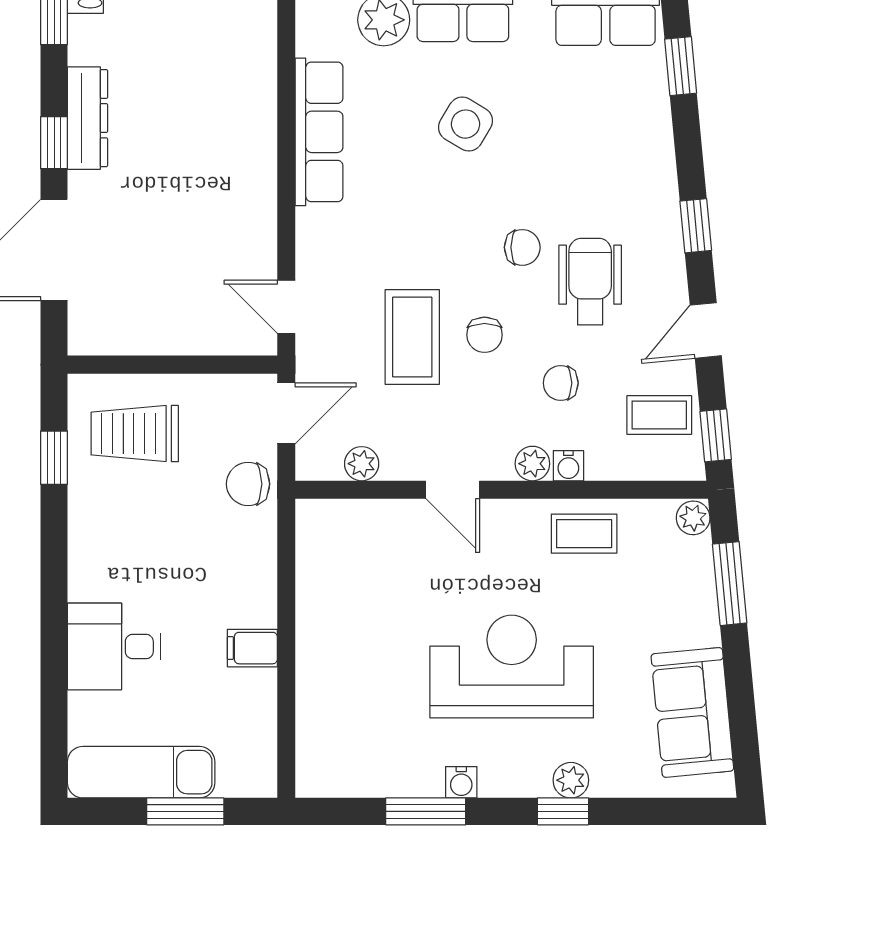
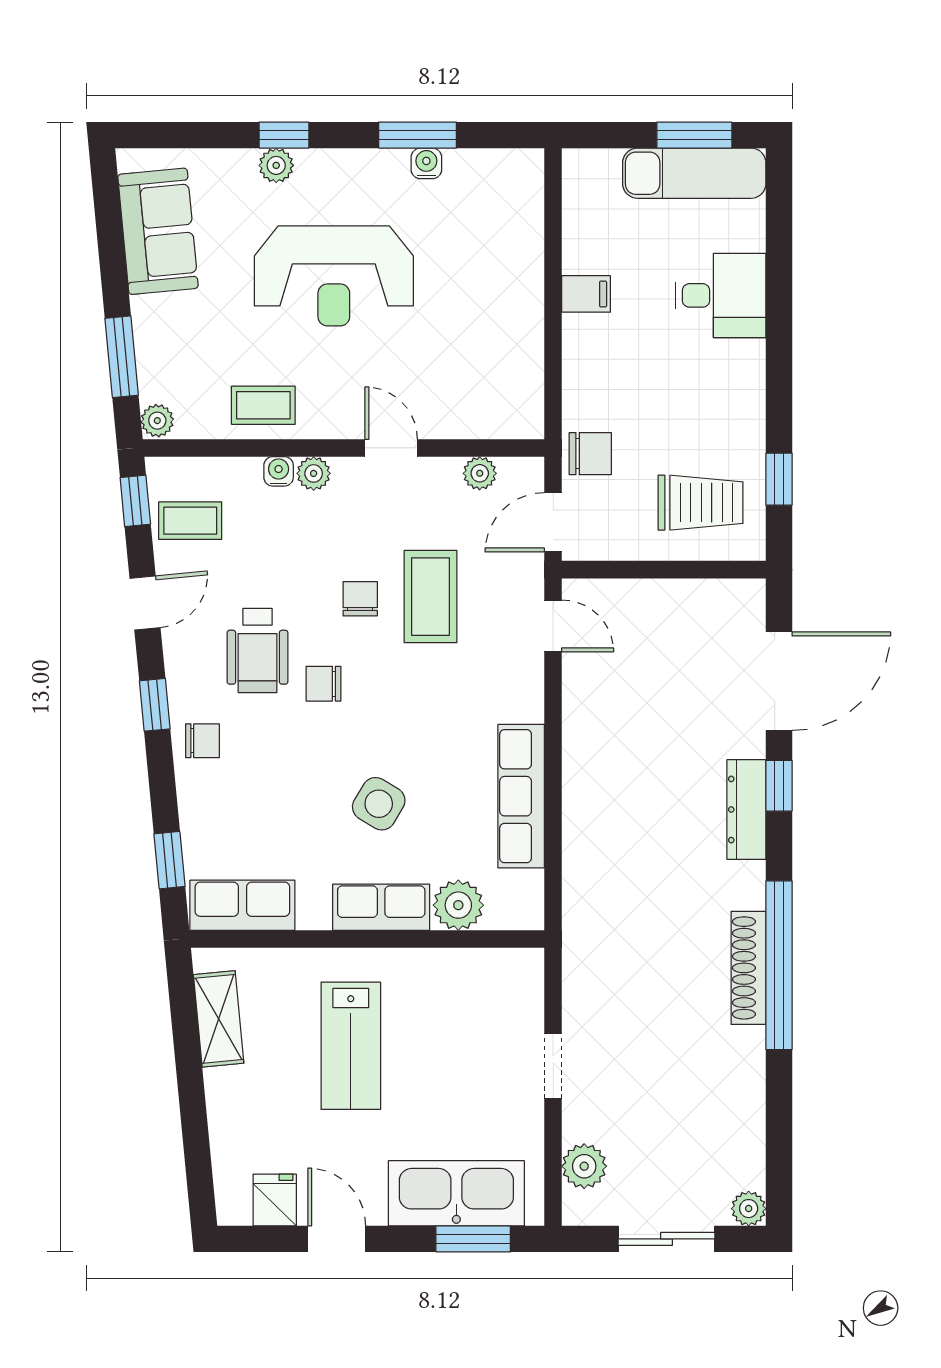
chair: (561, 383) -> (202, 741), moved
water cooler: (461, 782) -> (426, 163), moved
window: (185, 811) -> (694, 135), moved

